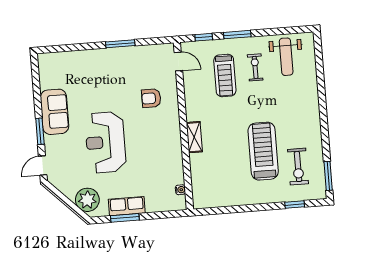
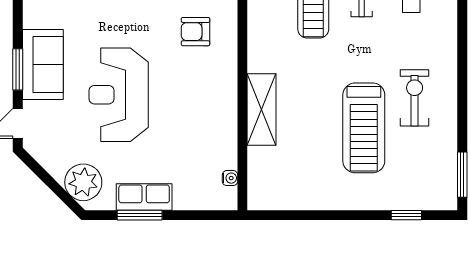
sofa: (55, 112) -> (43, 64), moved
shelving: (194, 137) -> (262, 110), width x1.50, depth x1.33
treadmill: (263, 151) -> (364, 128), turned 180
exercise bike: (298, 167) -> (415, 98), moved, turned 180

